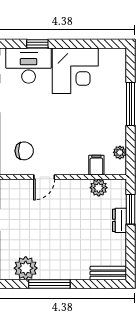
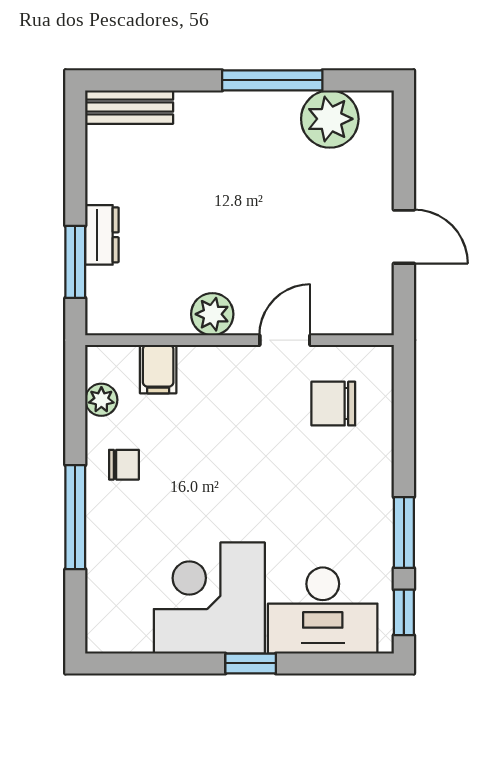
window: (37, 44) -> (251, 663), moved
chair: (110, 126) -> (124, 465), added
plant: (99, 188) -> (212, 314), moved

